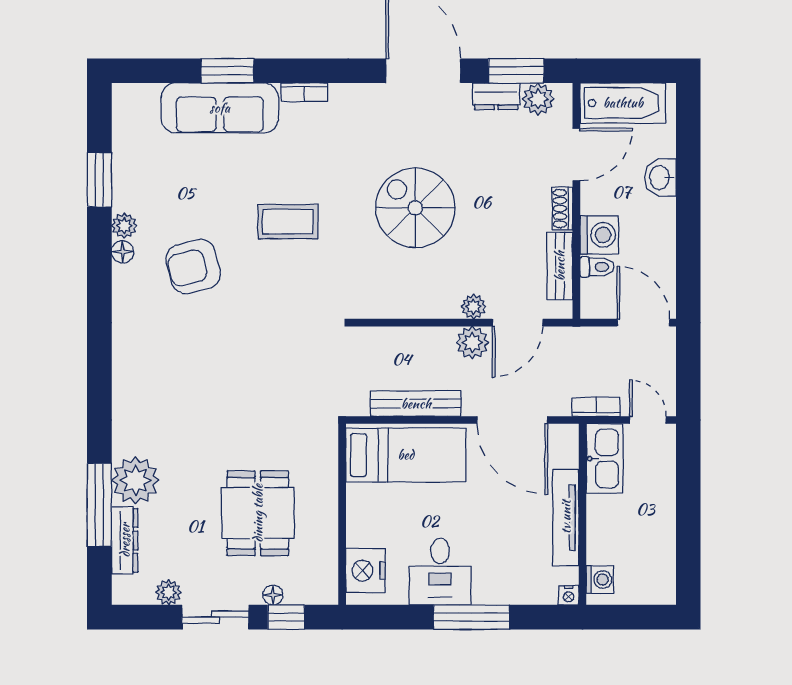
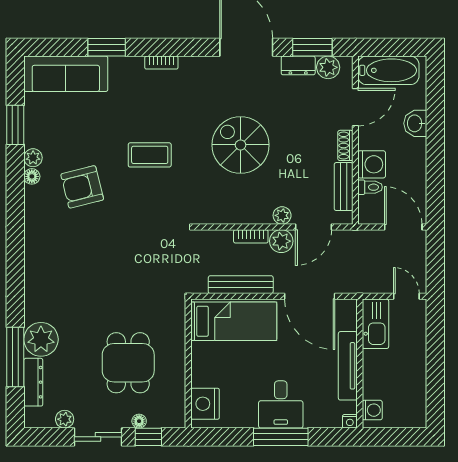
sofa: (220, 108) -> (66, 74), moved
bookcase: (596, 407) -> (251, 236), moved, turned 180
desk: (440, 572) -> (281, 404), moved

